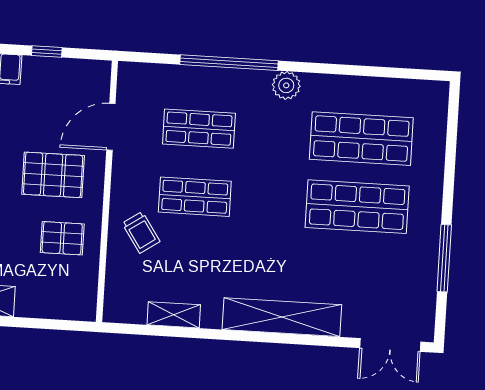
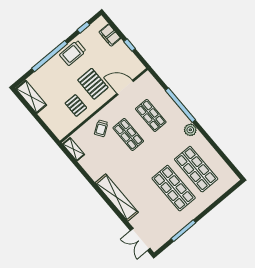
shelving: (174, 315) -> (74, 149), moved

